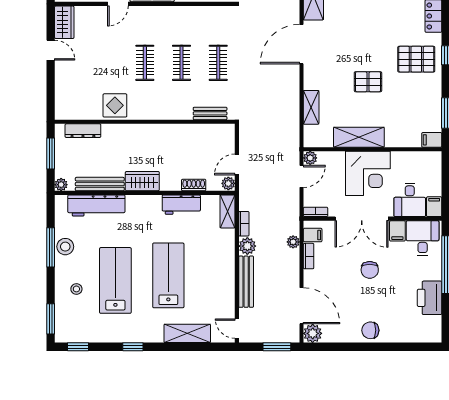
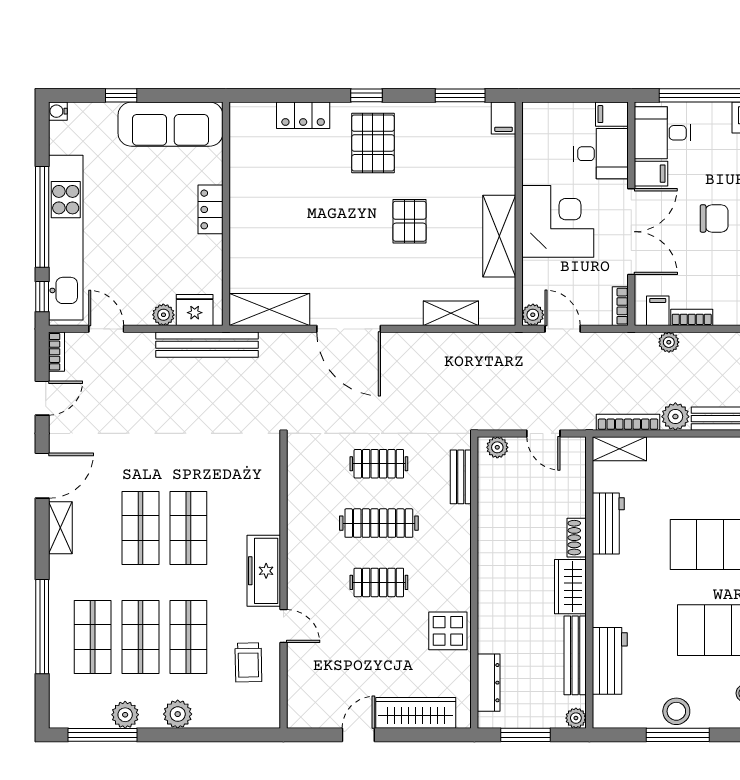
wardrobe: (64, 22) -> (416, 713), moved, width x1.50
clothes rail: (182, 63) -> (379, 523), width x1.36
plant: (228, 183) -> (497, 447), moved
shoe rack: (194, 185) -> (577, 538), moved
workbench: (96, 205) -> (610, 661), width x0.73
bookcase: (244, 224) -> (628, 422), width x1.56

